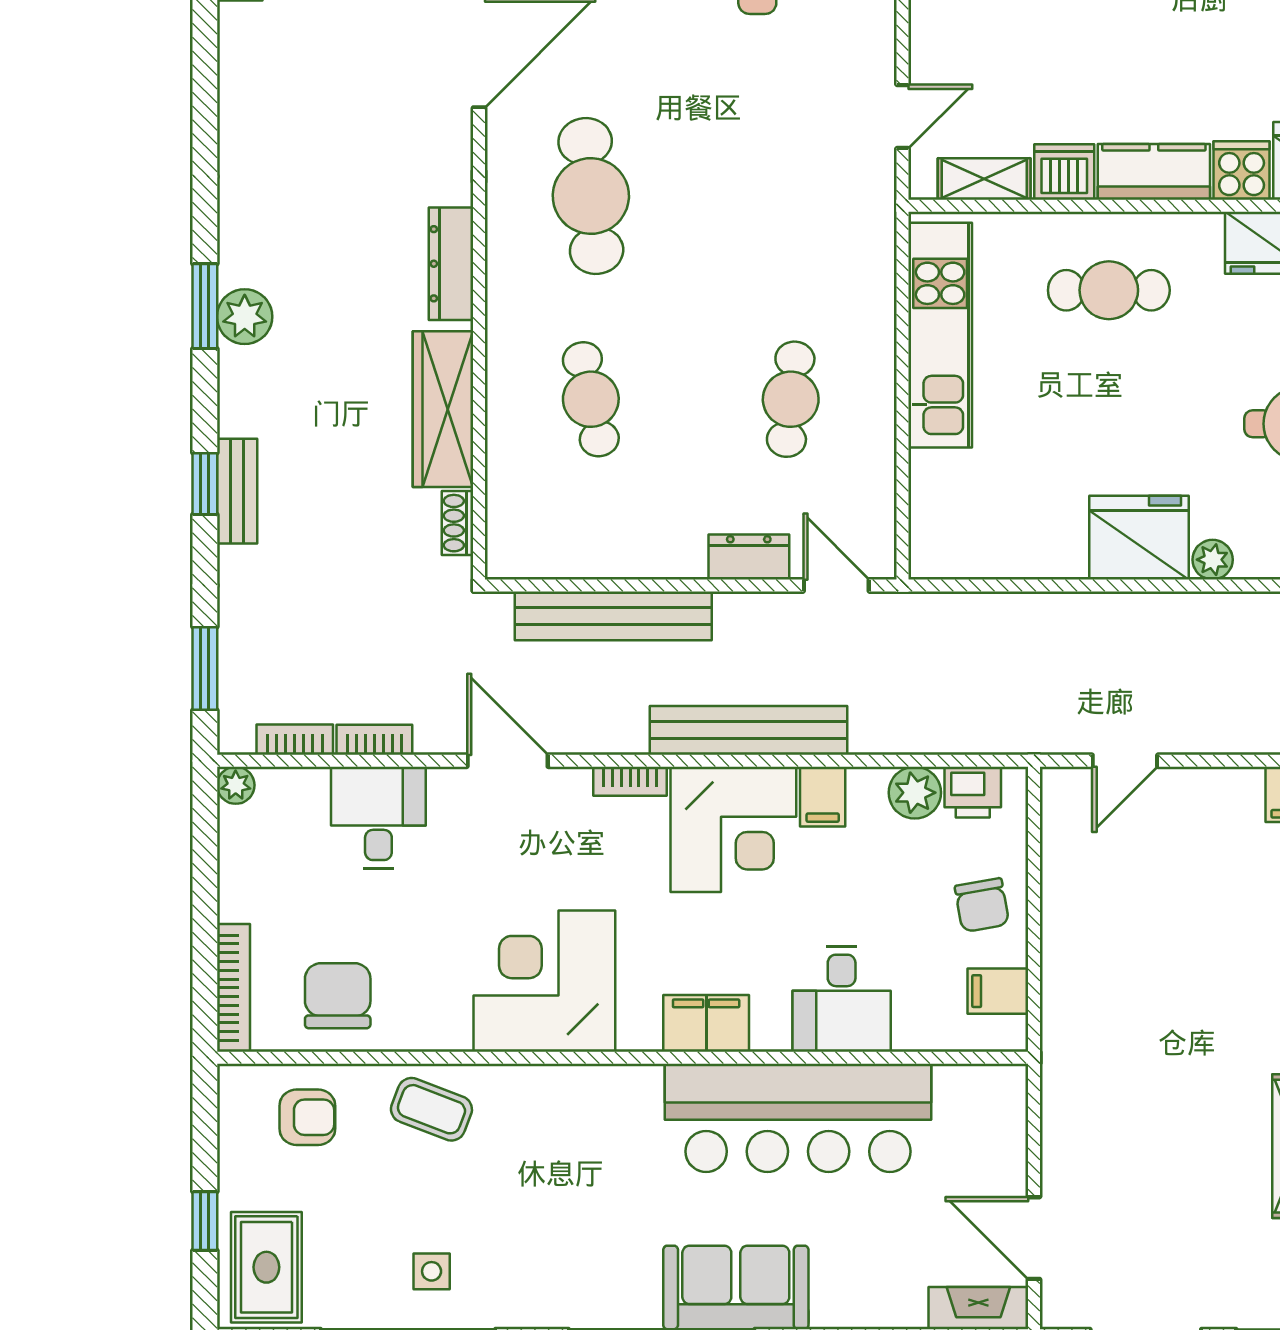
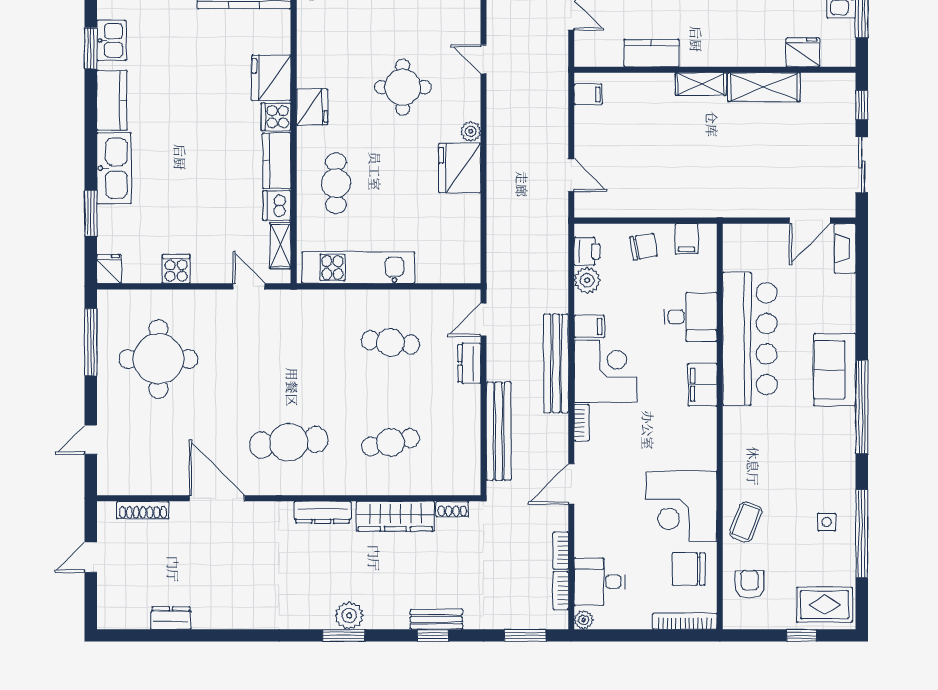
desk: (378, 817) -> (600, 582), moved
corner desk: (544, 981) -> (681, 506), moved

